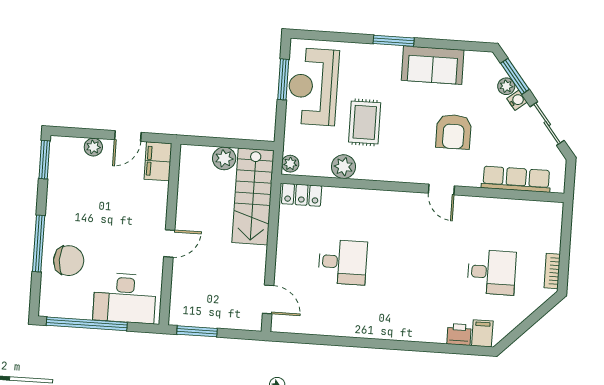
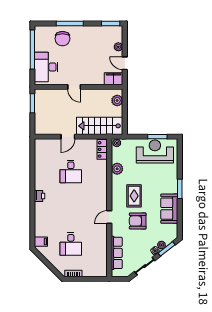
rug: (365, 122) -> (134, 196), moved, turned 90
plant: (224, 158) -> (117, 100), moved
door: (268, 299) -> (68, 137), moved
printer: (459, 334) -> (40, 196), moved

